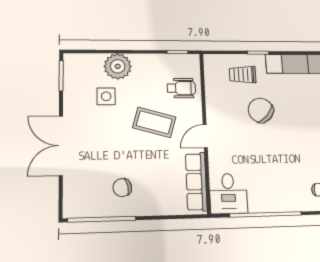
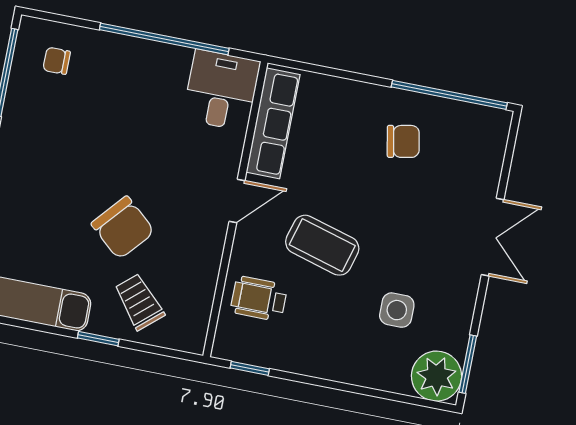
plant: (118, 66) -> (436, 376), moved
trolley: (243, 75) -> (139, 302), turned -131
double door: (61, 146) -> (493, 237), width x0.73

